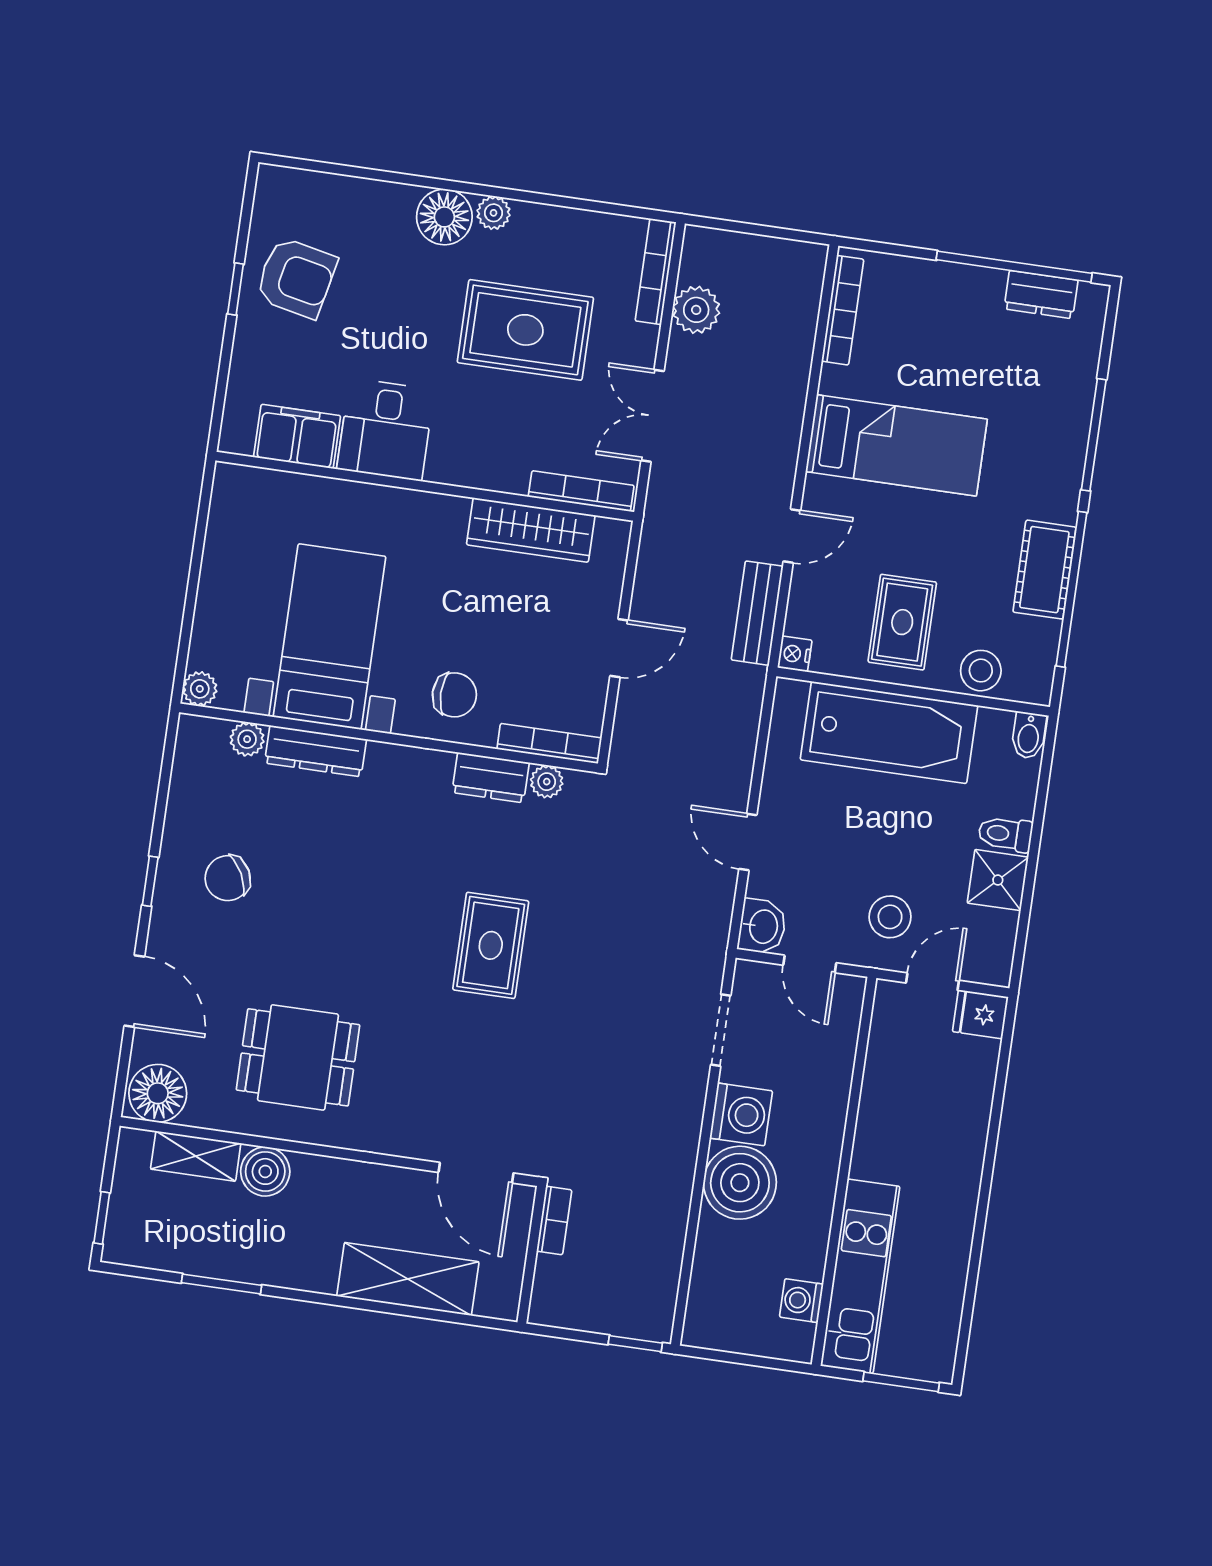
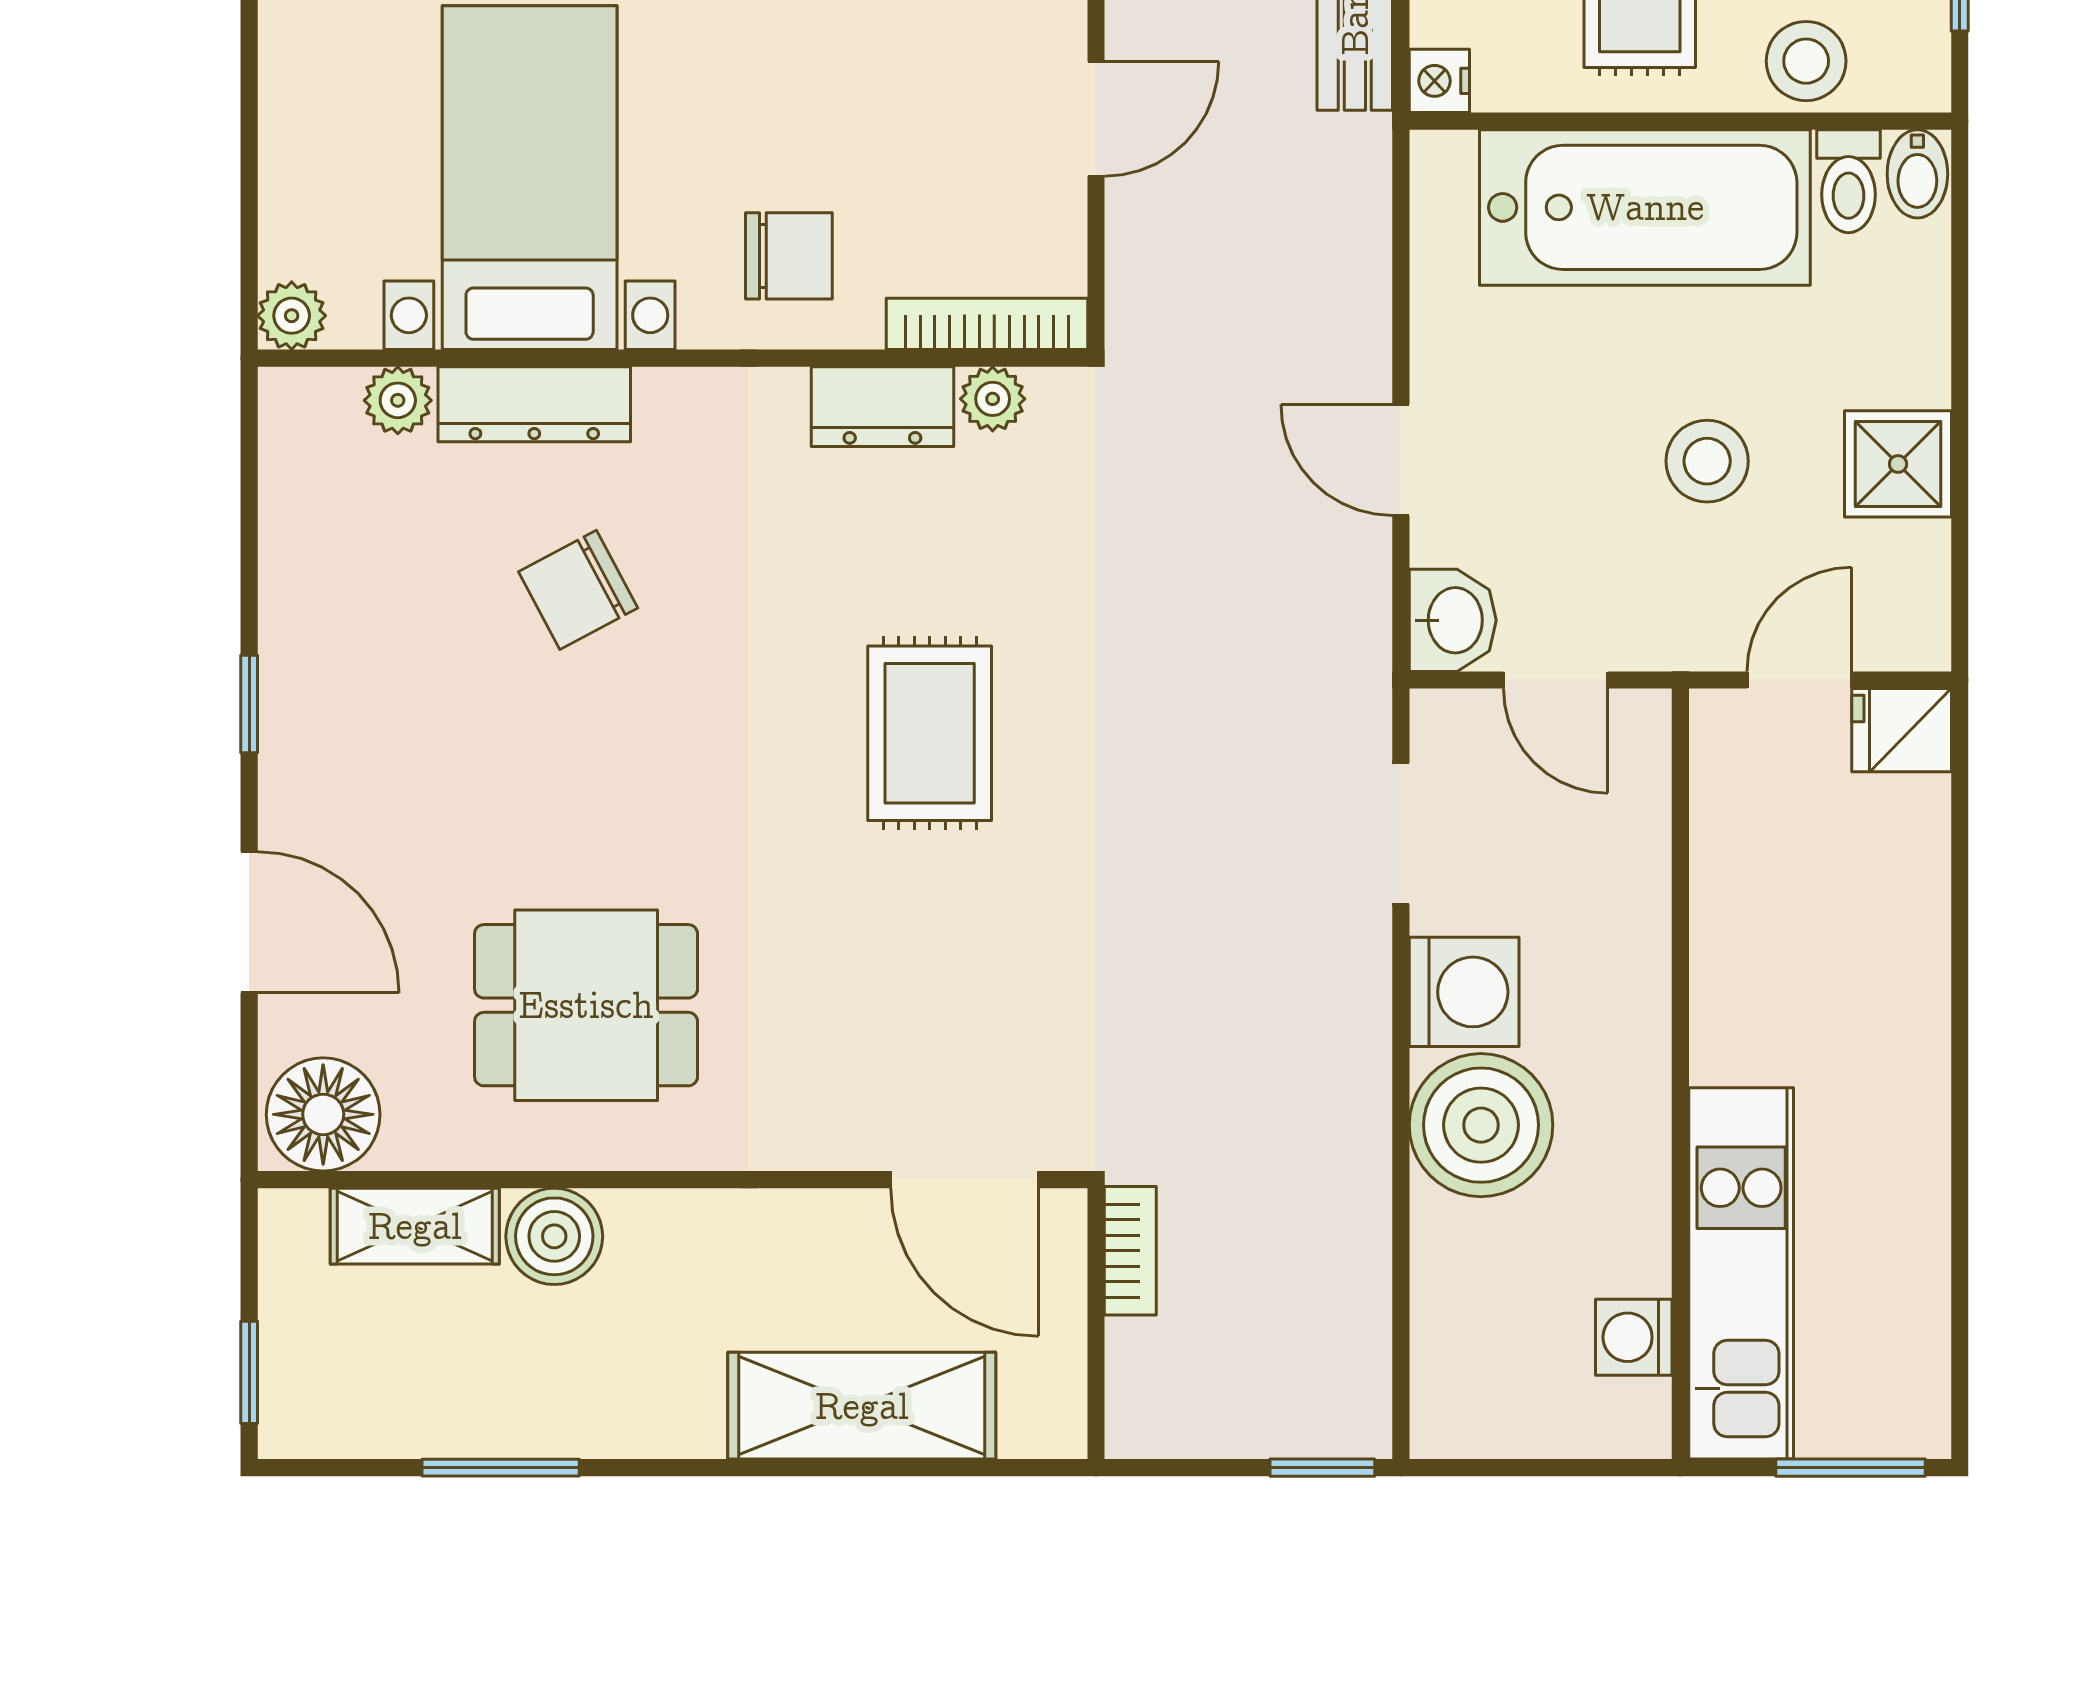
toilet: (1005, 834) -> (1848, 181), moved, turned -90
chair: (228, 878) -> (578, 590), moved
stool: (890, 917) -> (1707, 461), moved

